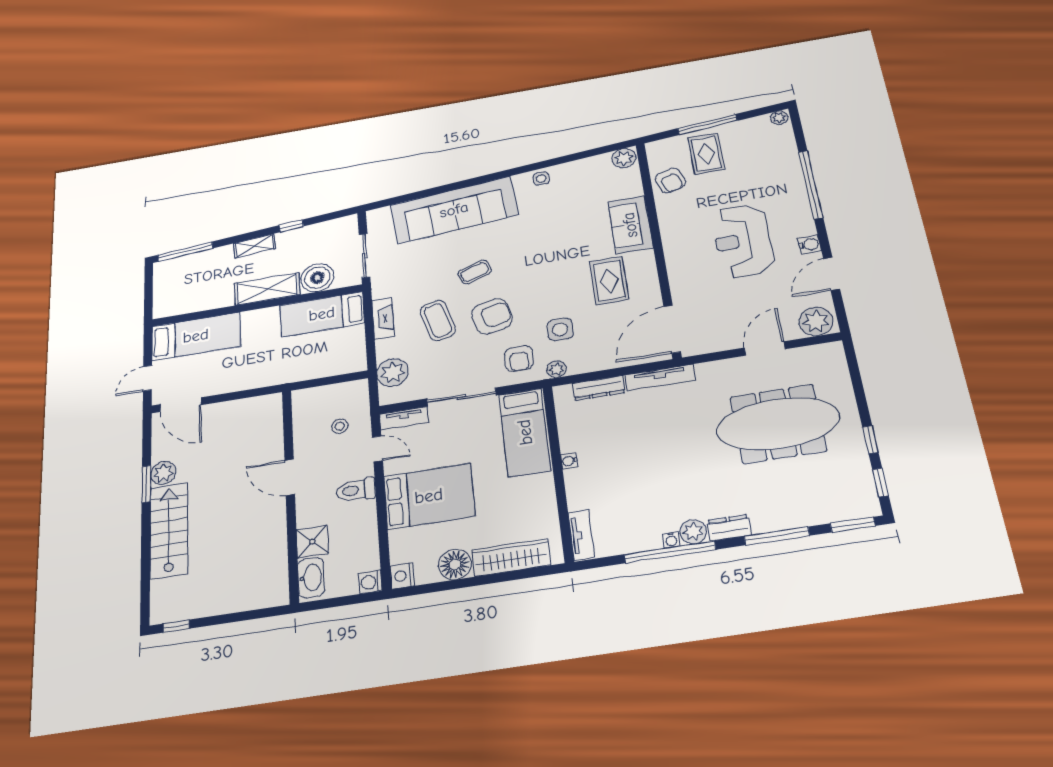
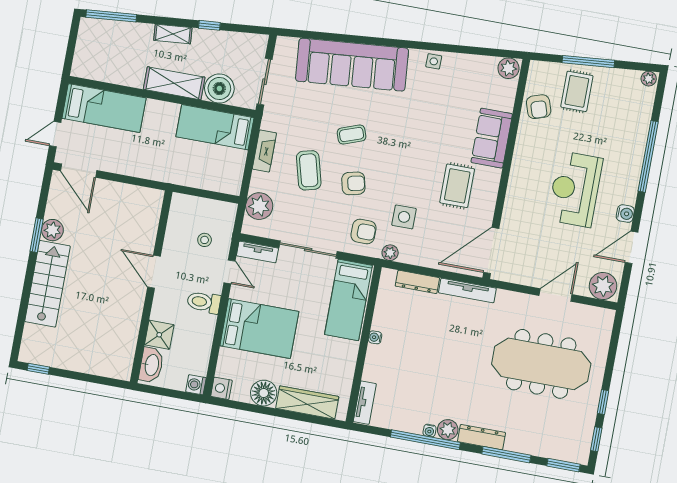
armchair: (492, 316) -> (353, 183), width x0.72, depth x0.72
armchair: (519, 359) -> (363, 232), turned -90
dresser: (729, 528) -> (481, 437), width x1.44

